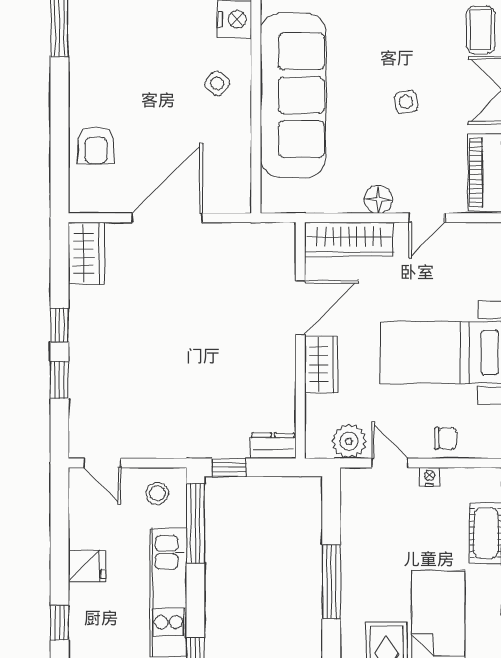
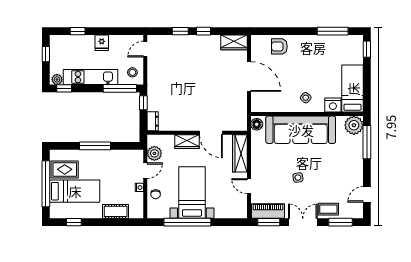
floor lamp: (378, 199) -> (257, 124), moved

